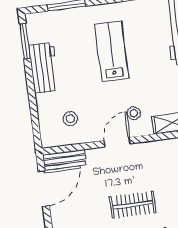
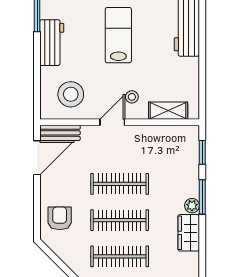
stool: (70, 119) -> (71, 94), width x1.89, depth x1.89
clothes rail: (133, 205) -> (120, 184), width x1.36

